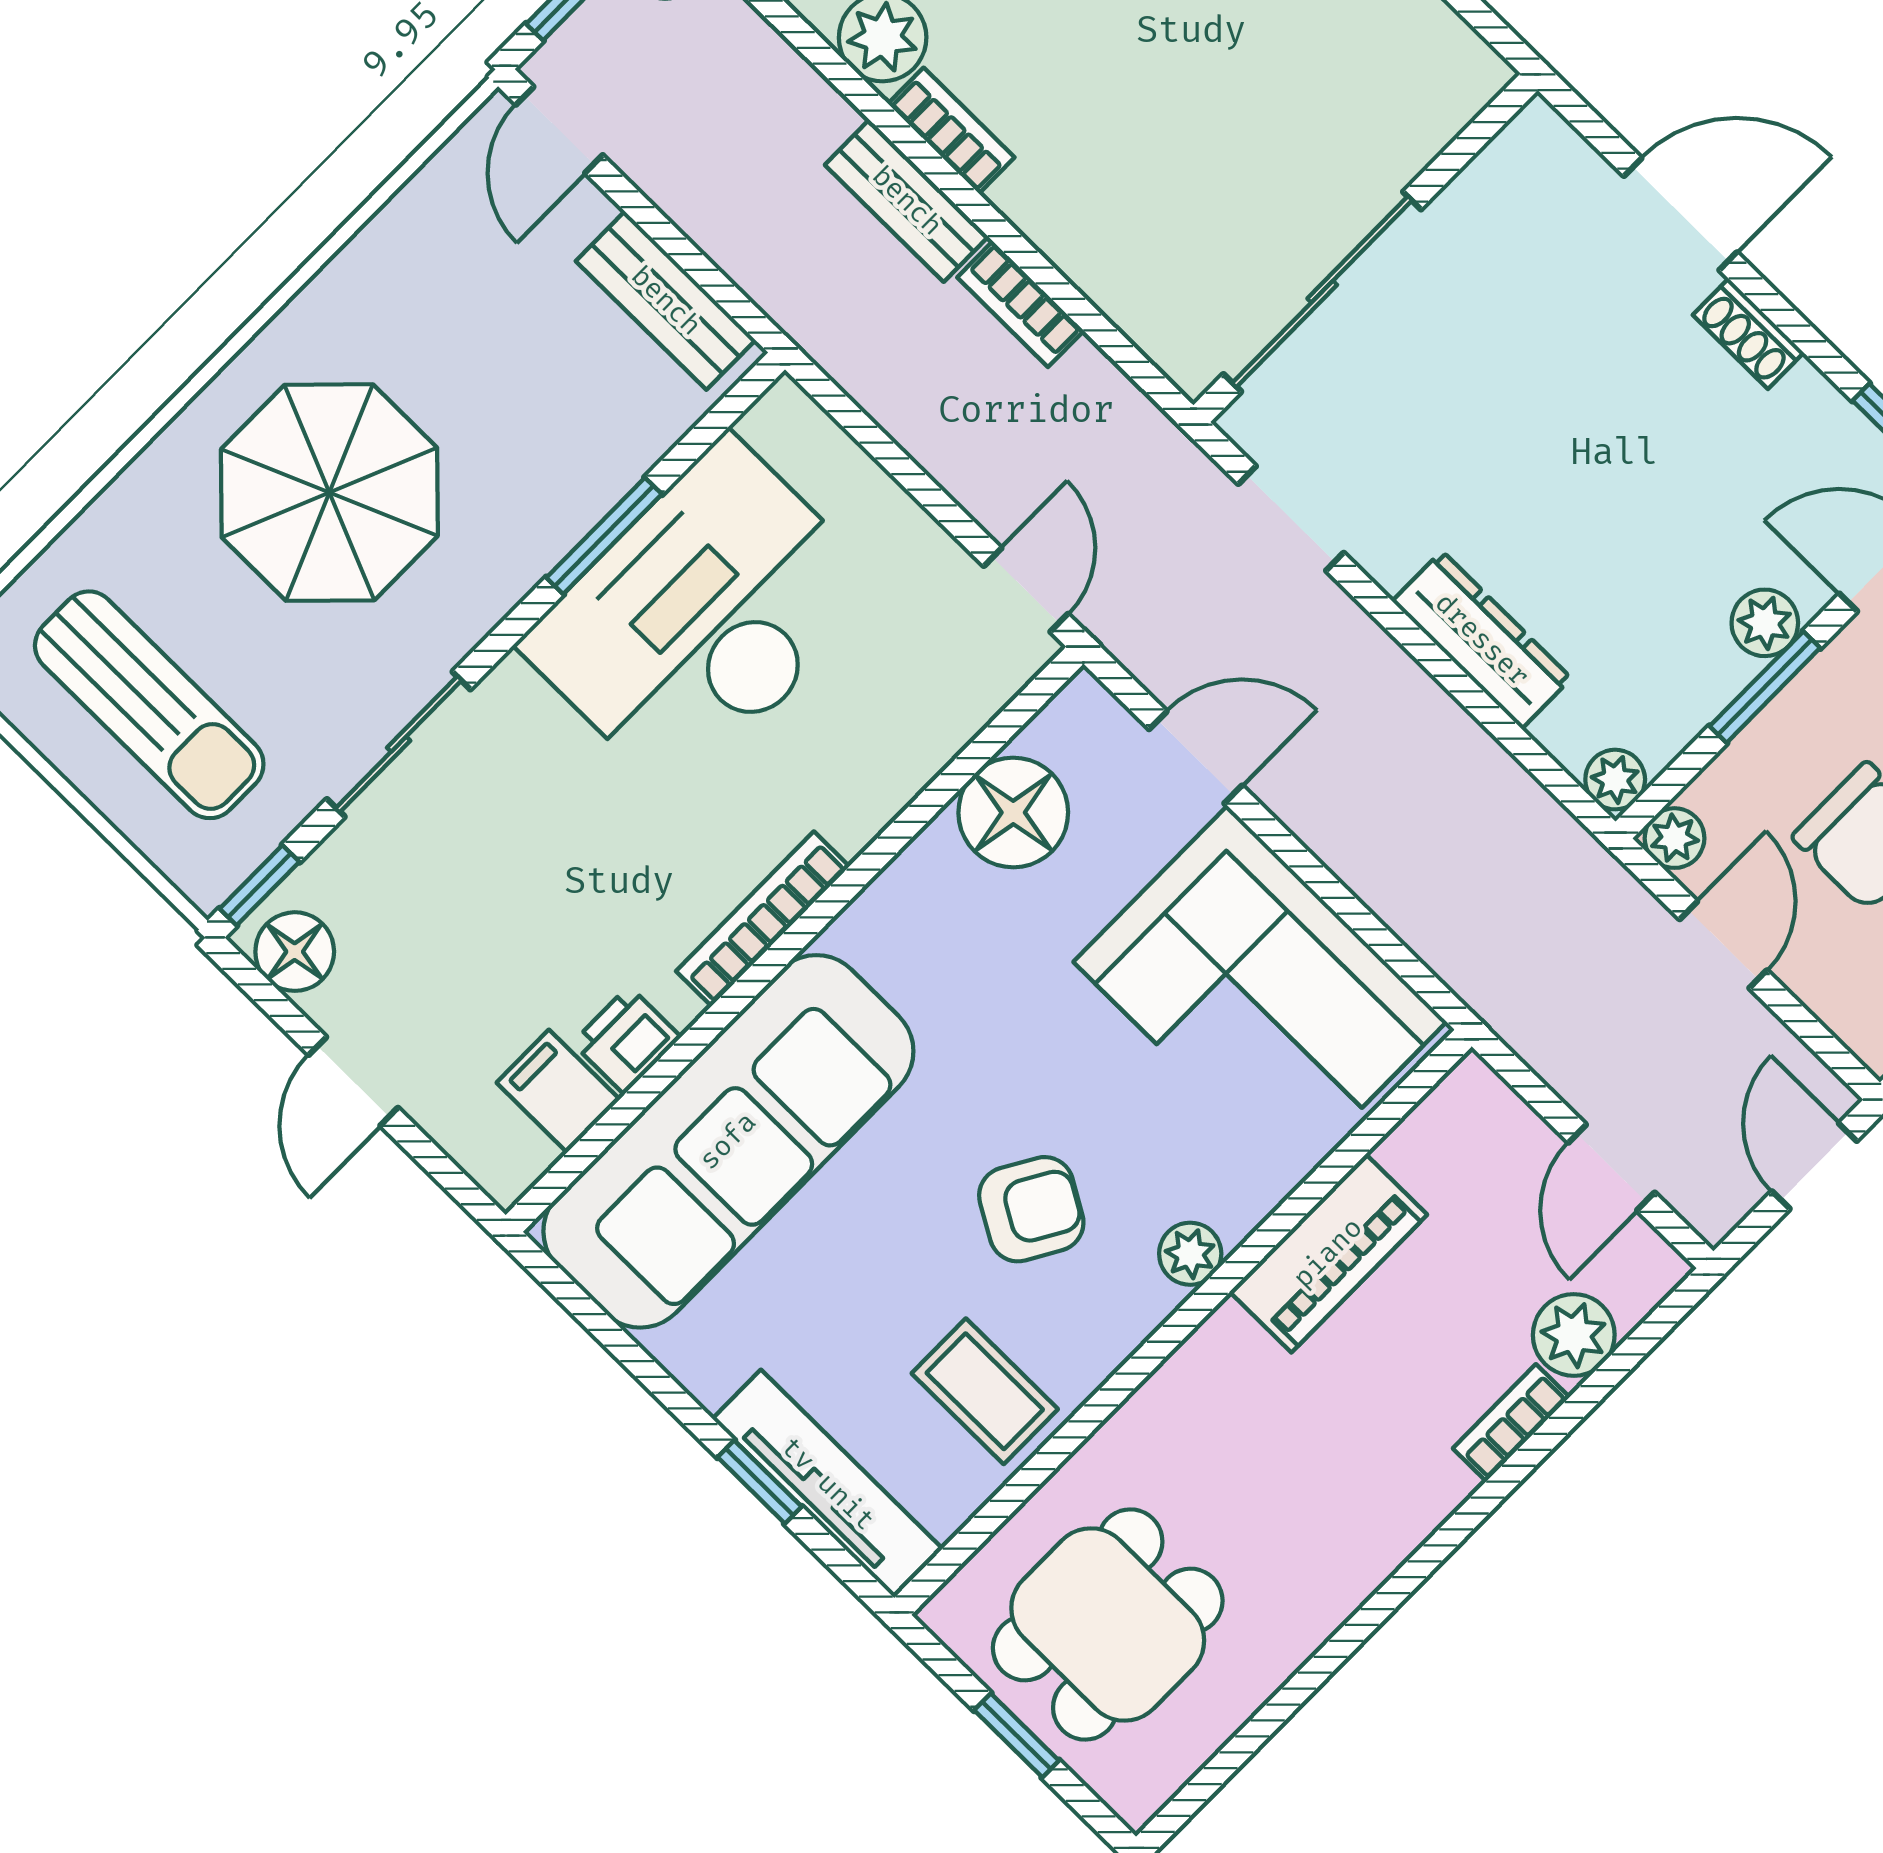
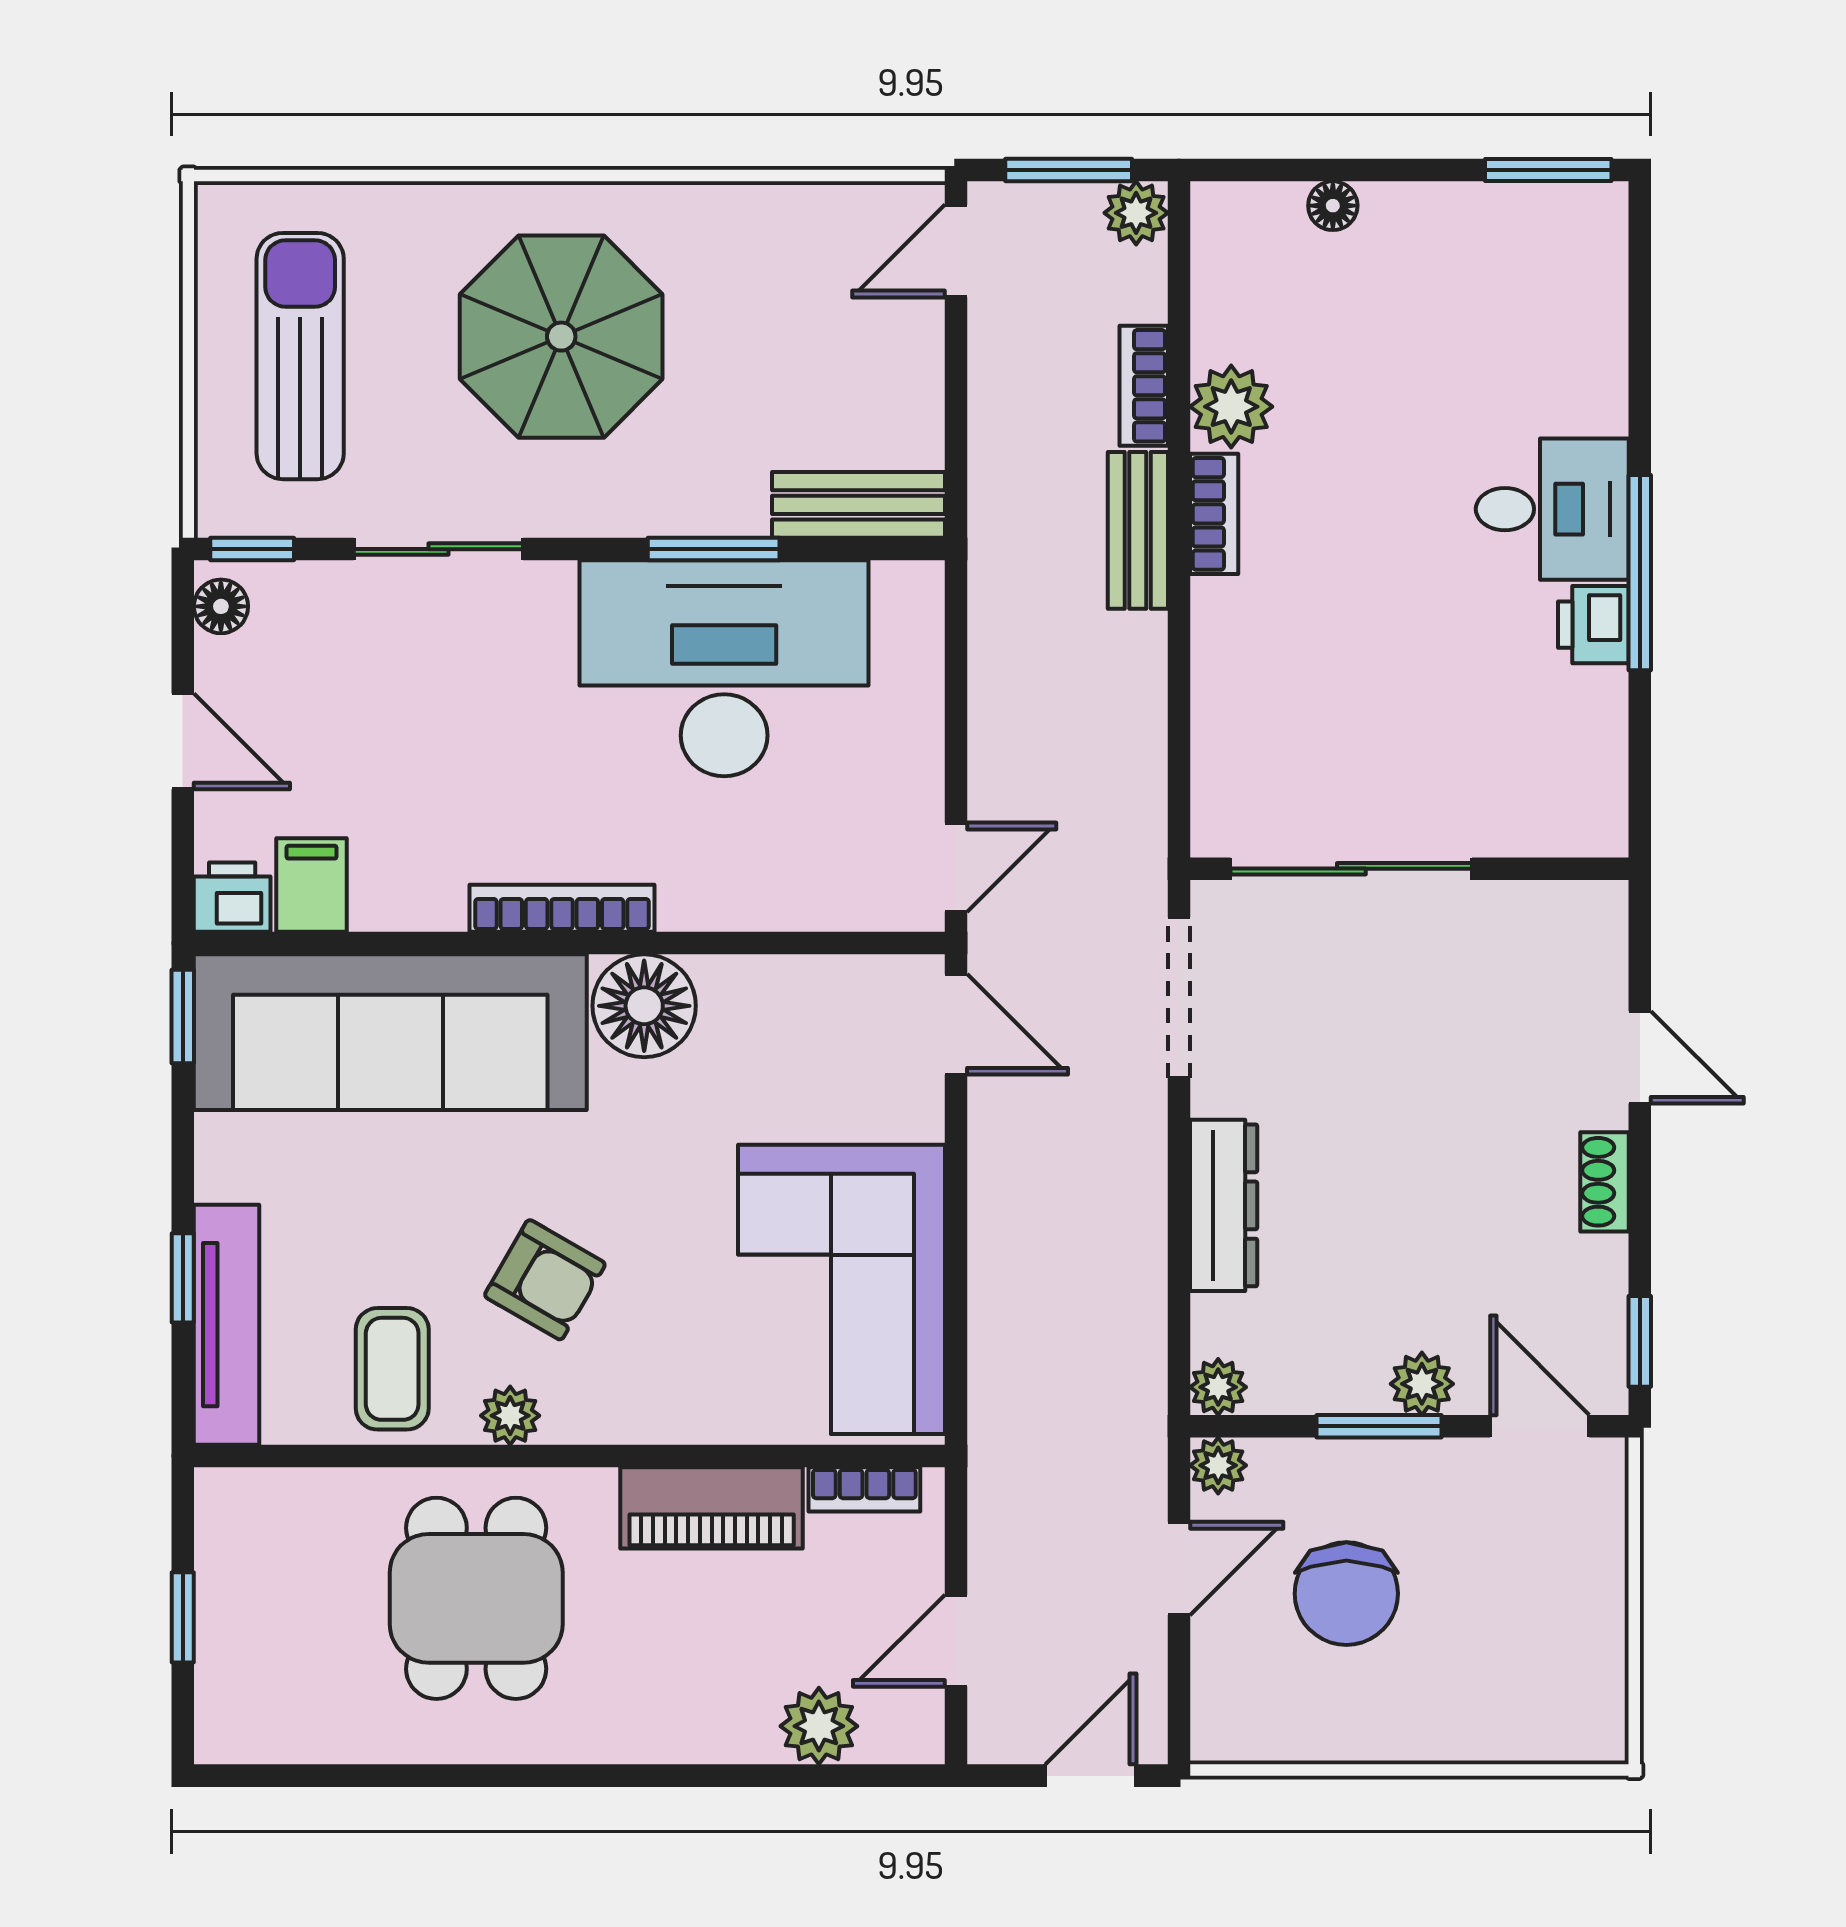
door: (1680, 214) -> (1640, 1057), width x0.73
bench: (666, 301) -> (858, 505), moved, turned 90
bookcase: (1020, 304) -> (1144, 386), moved
doorway: (1291, 518) -> (1179, 998), width x1.38
sun lounger: (149, 705) -> (300, 356), turned 180
door: (1196, 757) -> (956, 1024), moved
floor lamp: (1013, 813) -> (644, 1006), moved
floor lamp: (295, 952) -> (221, 606), width x0.73, depth x0.73
printer: (627, 1040) -> (232, 897), moved
door: (353, 1081) -> (183, 741), swing flipped
plant: (1190, 1254) -> (510, 1416), moved
window: (562, 1287) -> (183, 1017), added
bookcase: (1511, 1423) -> (864, 1489), moved, turned 180
dining table: (1108, 1624) -> (476, 1598), moved, turned 90

